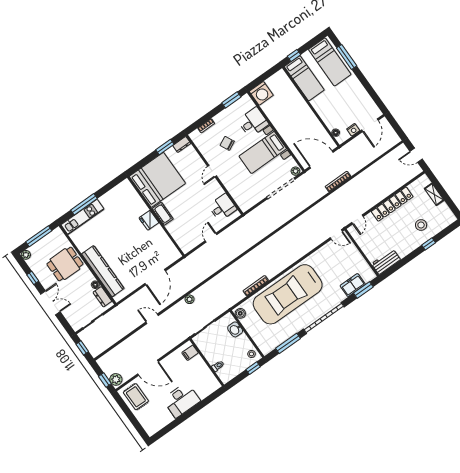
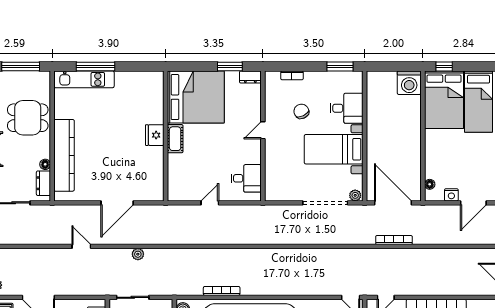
bed: (304, 78) -> (444, 100), width x1.50
washing machine: (261, 93) -> (409, 83), moved

